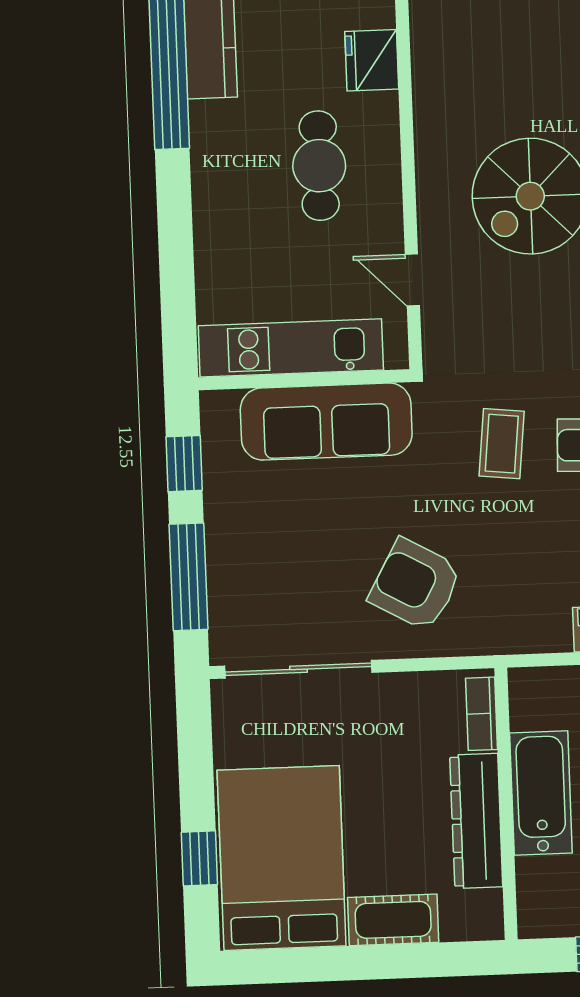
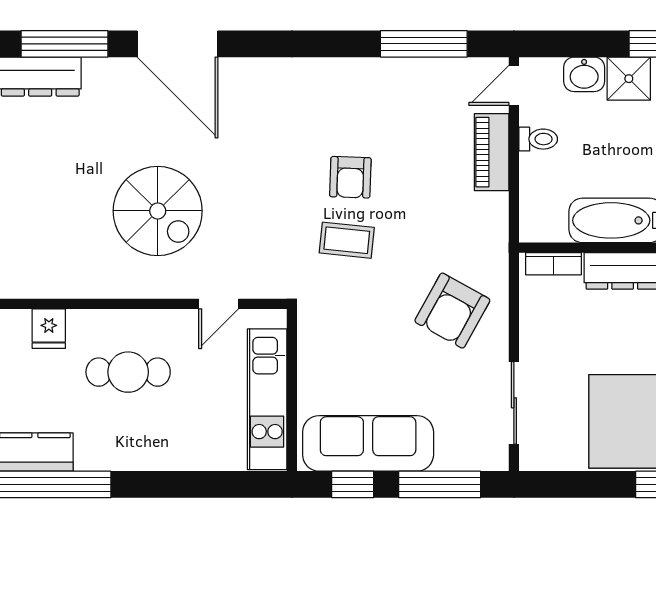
fridge: (372, 60) -> (49, 329), width x0.72
sofa: (326, 422) -> (368, 443), moved, turned -90
sliding door: (298, 669) -> (514, 403), width x0.73

